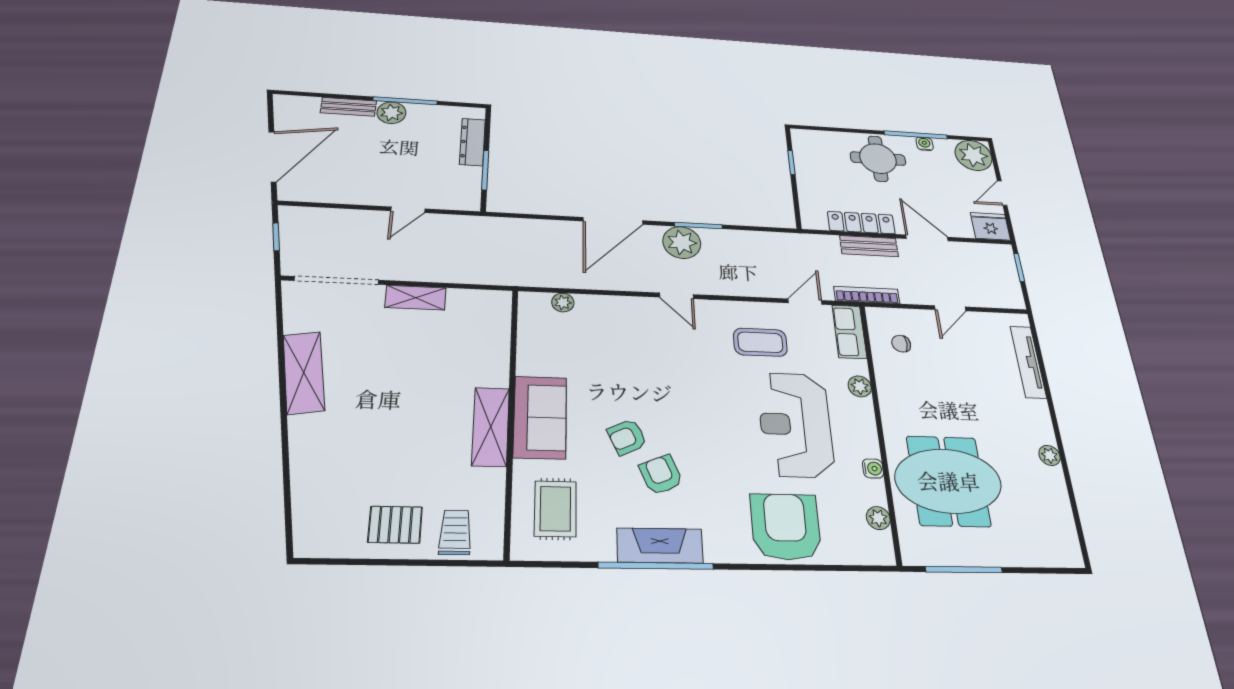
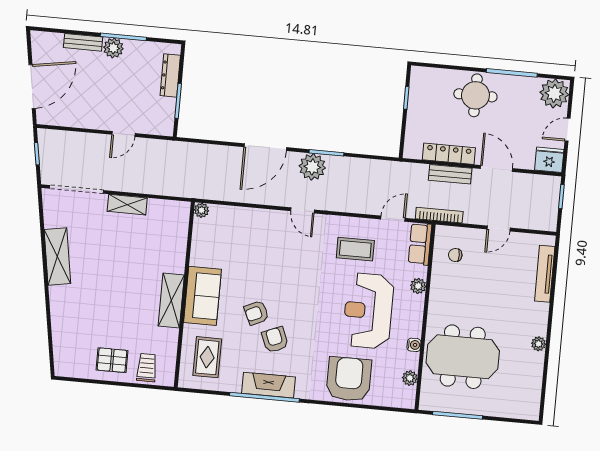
water cooler: (925, 144) -> (517, 82), removed
plant: (563, 302) -> (201, 210), moved

